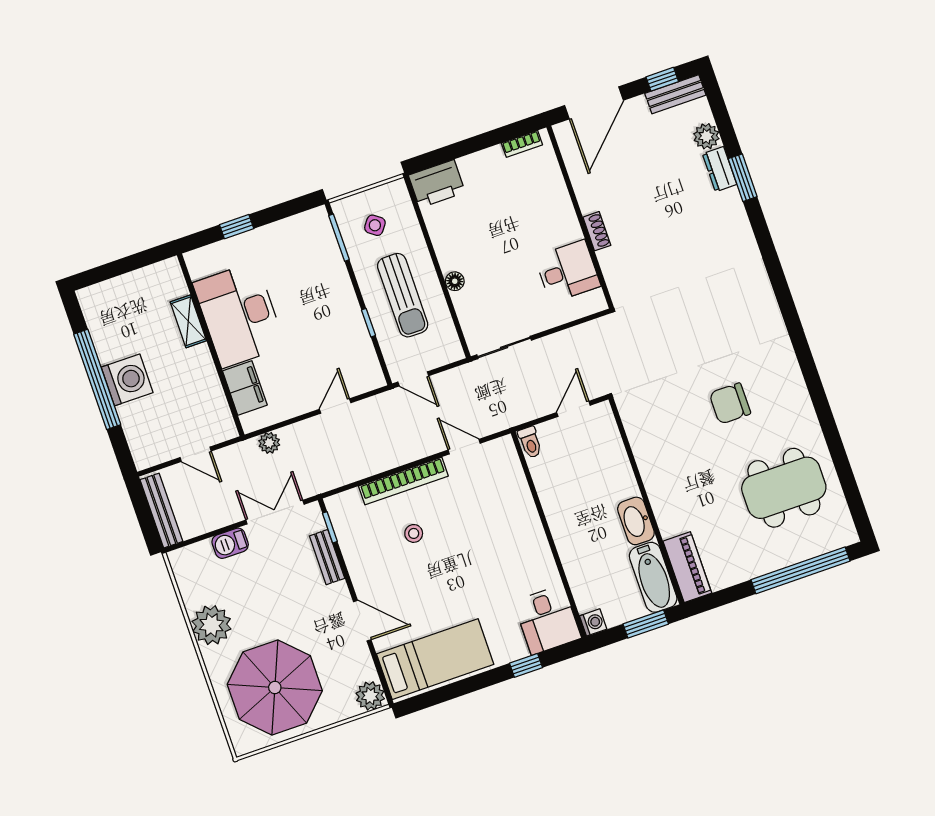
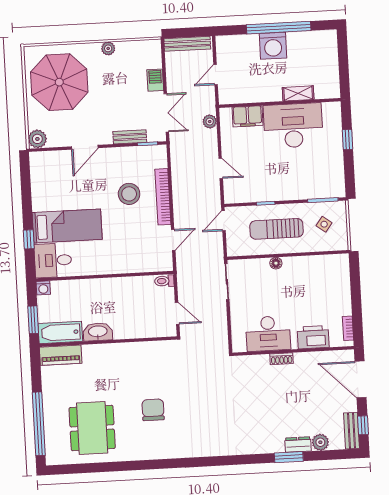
printer: (437, 184) -> (313, 337), moved, turned 90
desk: (568, 271) -> (268, 334), width x1.37
stool: (414, 533) -> (129, 194), width x1.89, depth x1.89
plant: (211, 625) -> (108, 48), width x0.53, depth x0.53
bed: (435, 659) -> (67, 226), moved, turned -90

